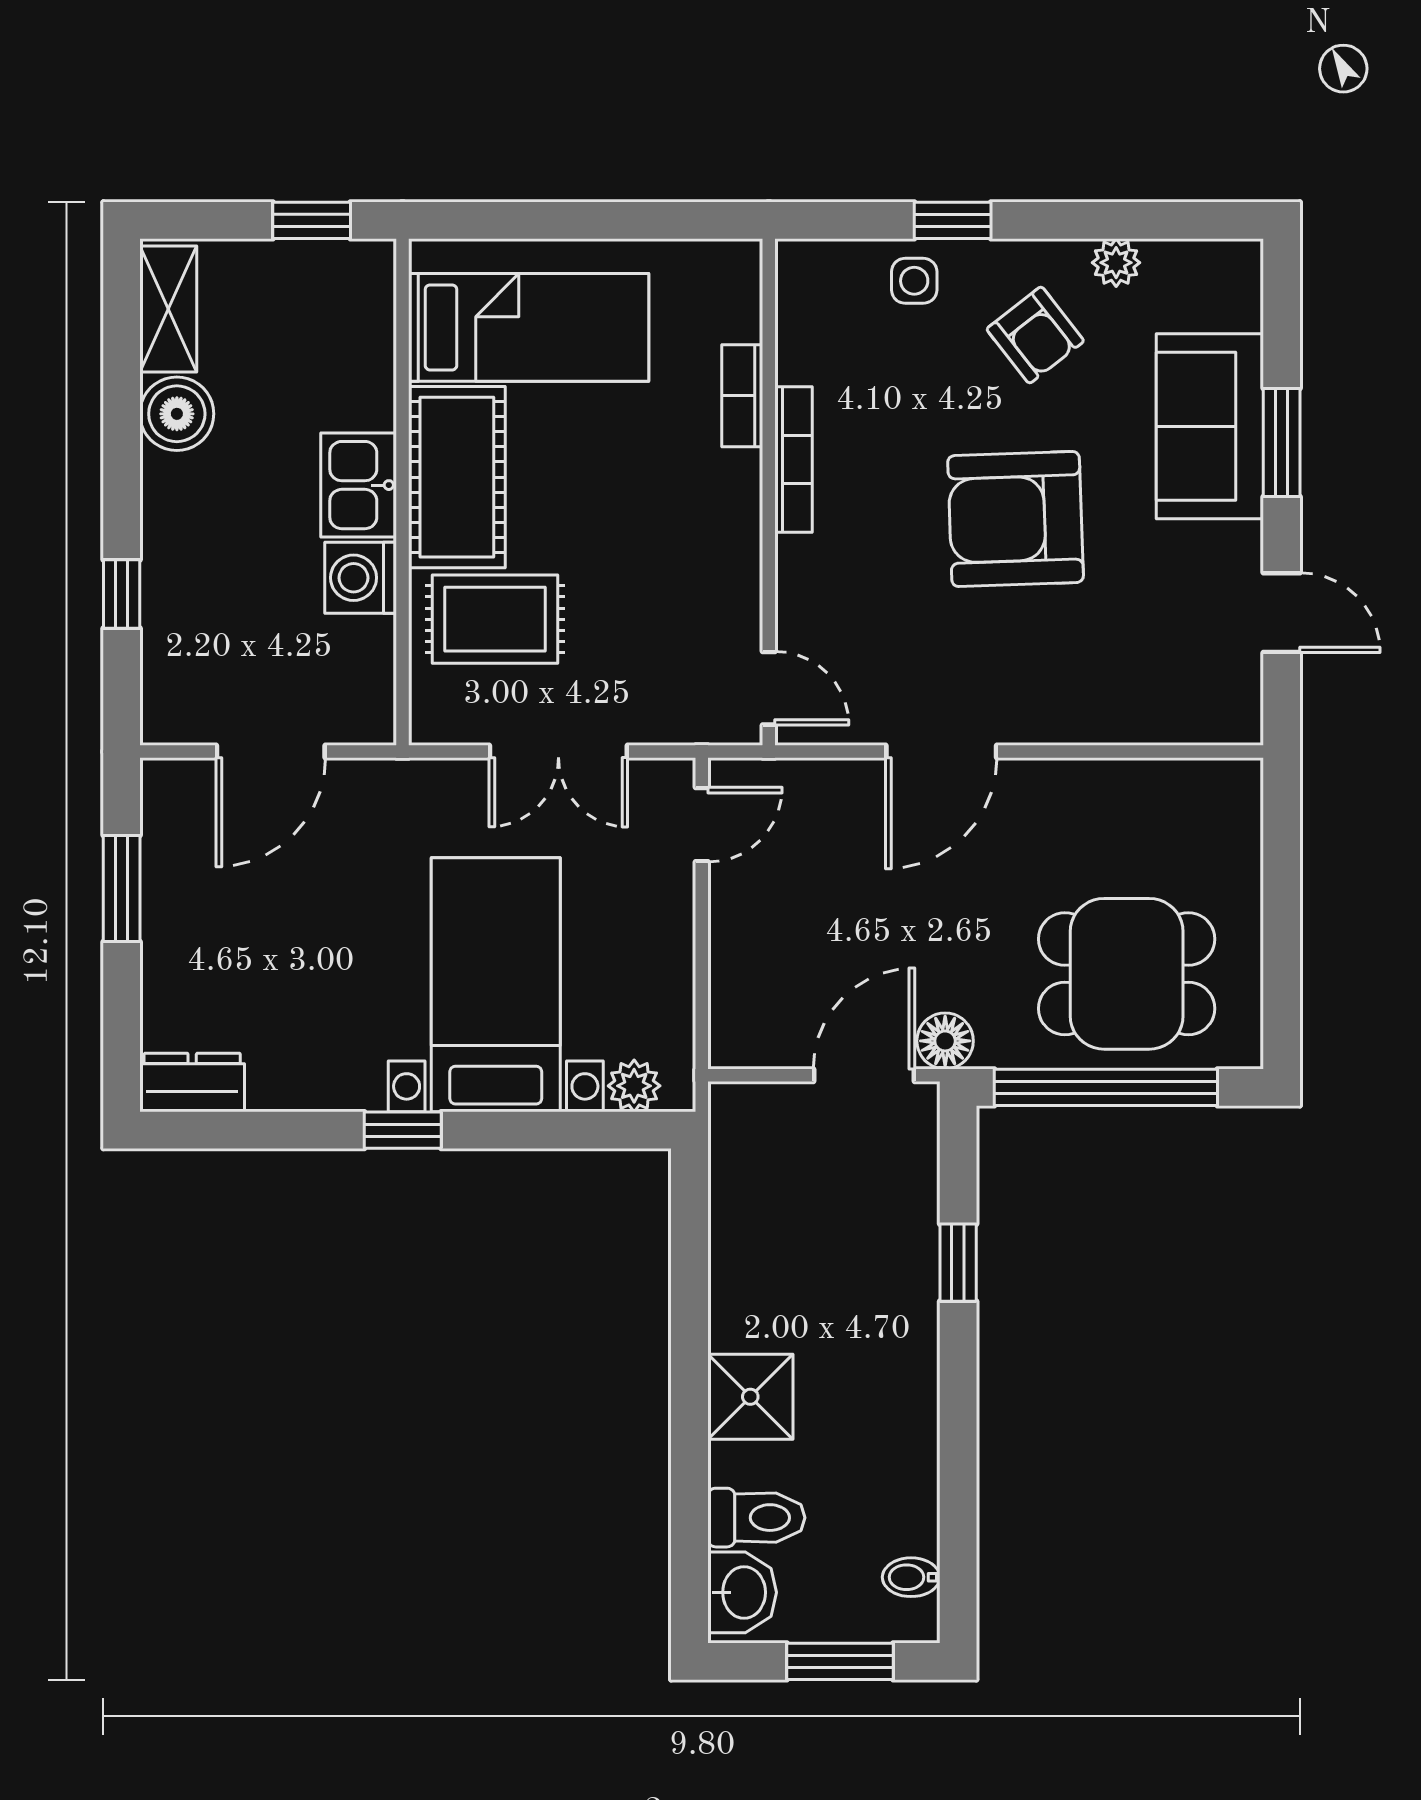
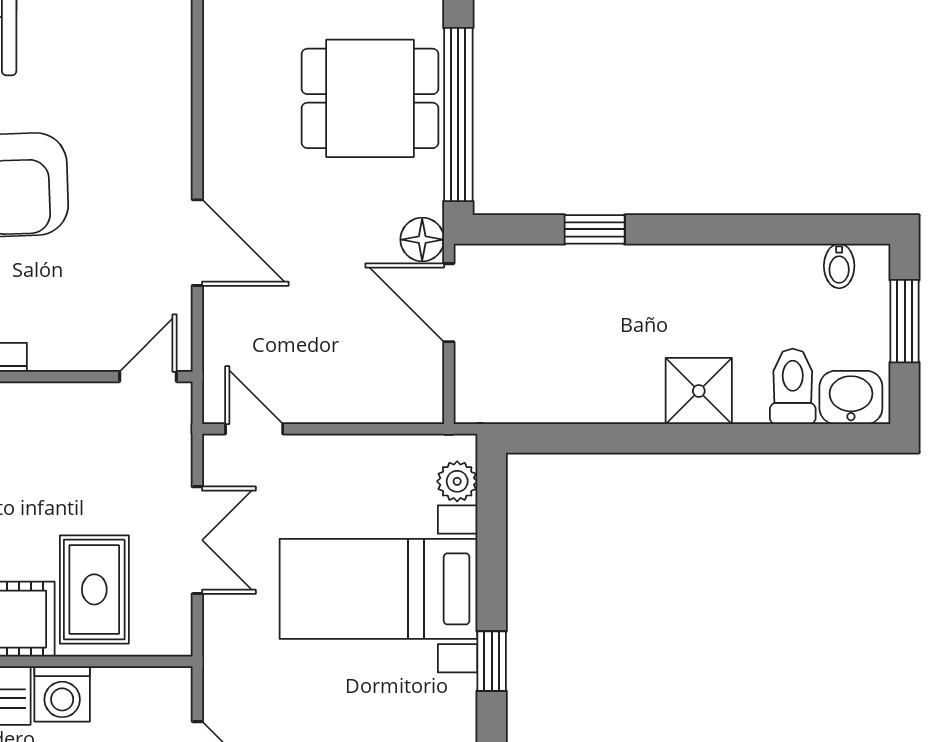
dining table: (1127, 974) -> (370, 98), turned 90

